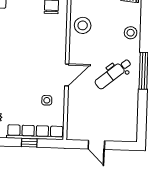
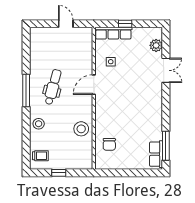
dental chair: (113, 74) -> (53, 87), turned -36
row of seats: (35, 132) -> (113, 33), width x0.73

